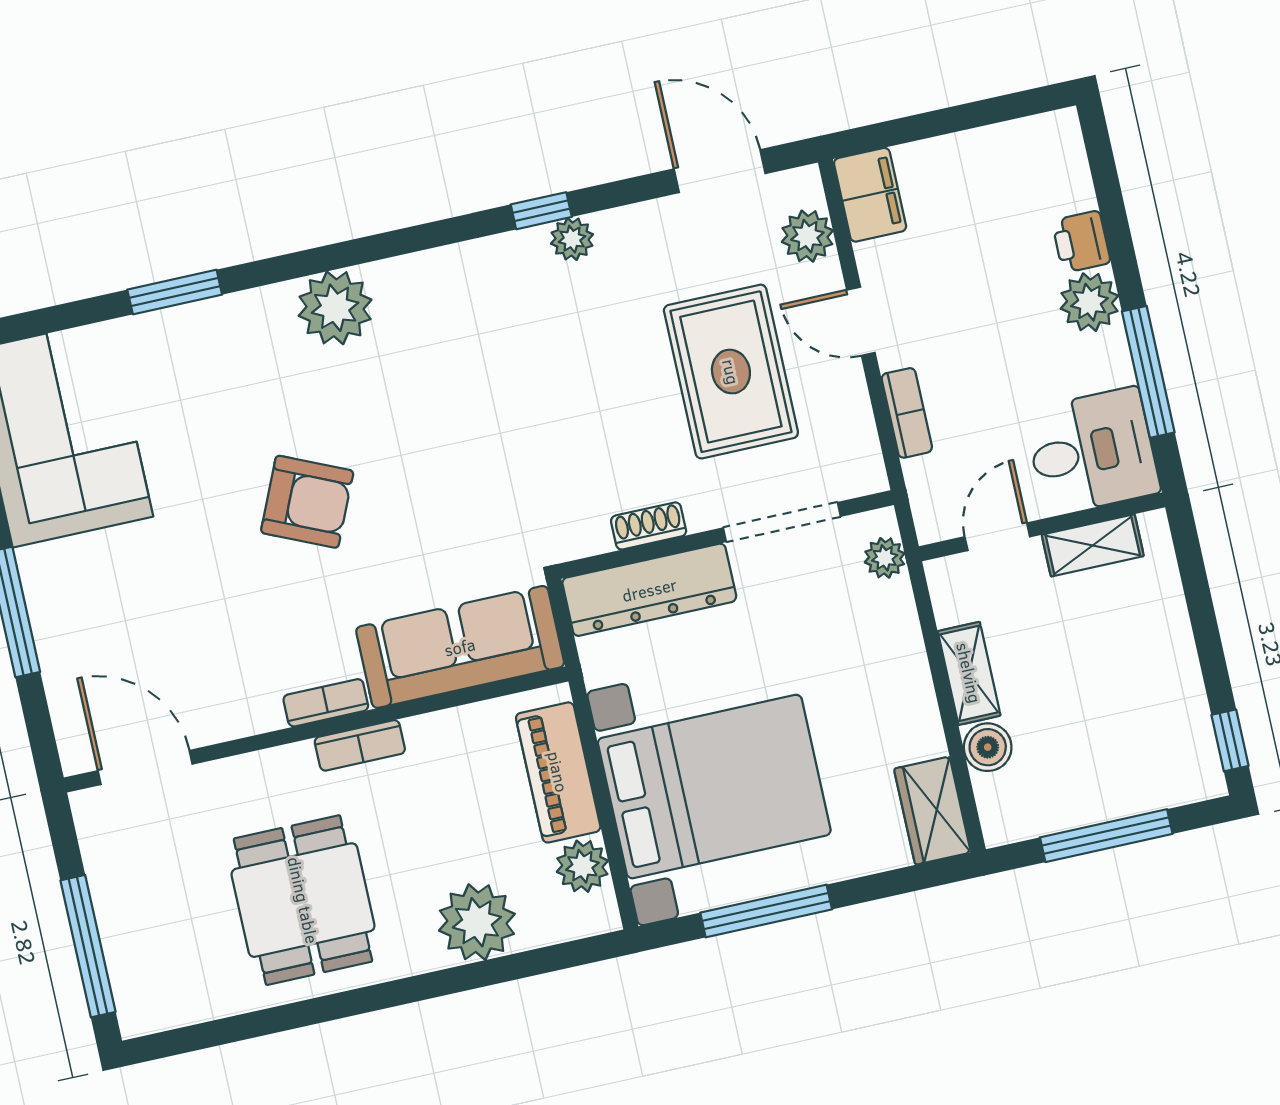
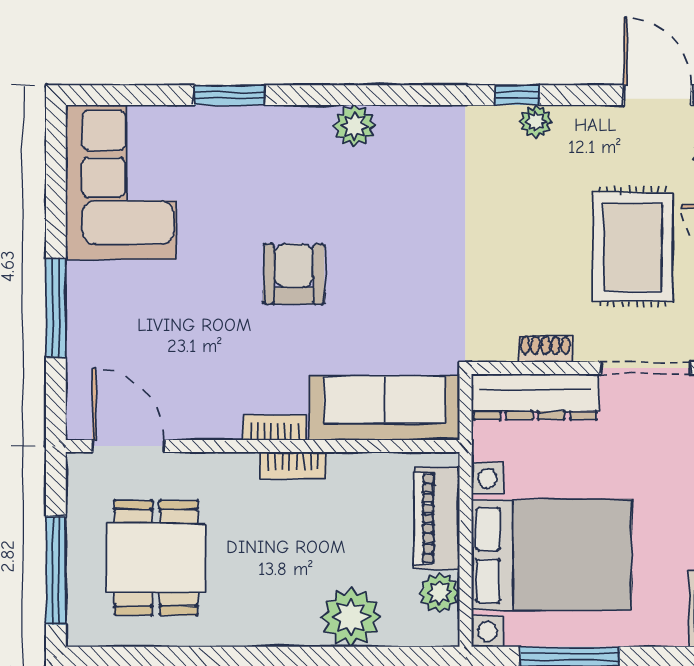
plant: (335, 308) -> (355, 126), width x0.73, depth x0.73
armchair: (307, 502) -> (294, 274), turned -114
dining table: (303, 900) -> (156, 558), moved

